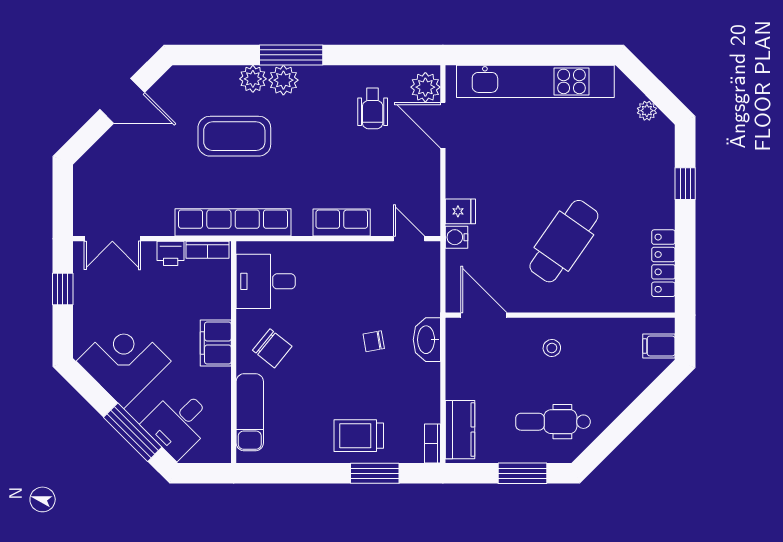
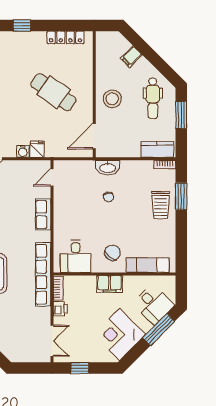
water cooler: (457, 237) -> (23, 151), moved
filing cabinet: (659, 346) -> (131, 56), moved, turned 45
stool: (552, 348) -> (112, 99), width x1.89, depth x1.89

